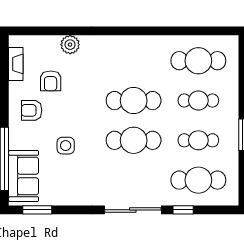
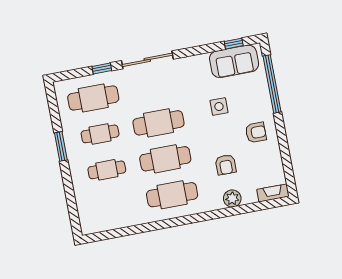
cafe table: (198, 61) -> (172, 195), moved
fireplace: (16, 64) -> (273, 193), moved, turned 90
armchair: (51, 81) -> (226, 165), moved, turned 180
sofa: (24, 176) -> (234, 61), moved, turned -90
window: (37, 210) -> (234, 44), width x0.67

